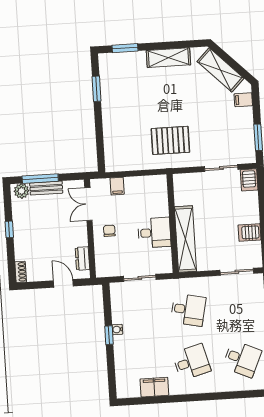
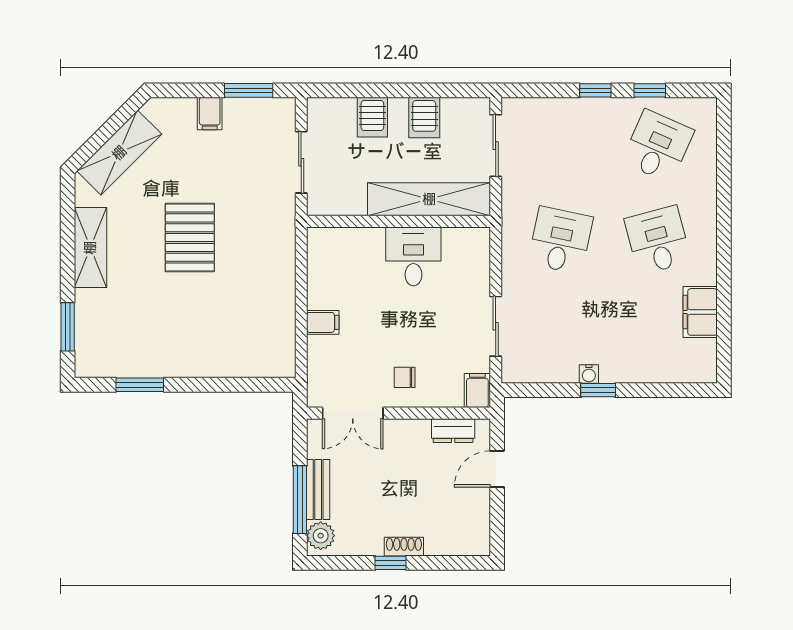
filing cabinet: (243, 100) -> (210, 113), moved
pallet: (170, 140) -> (190, 238), moved
server rack: (249, 180) -> (372, 117), moved, turned 90
filing cabinet: (117, 186) -> (323, 322), moved
wall: (173, 223) -> (398, 221), moved
desk: (154, 233) -> (413, 256), moved
shelving: (185, 239) -> (429, 199), moved
filing cabinet: (105, 270) -> (477, 391), added
shoe rack: (21, 272) -> (404, 547), moved

